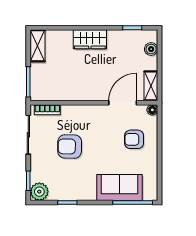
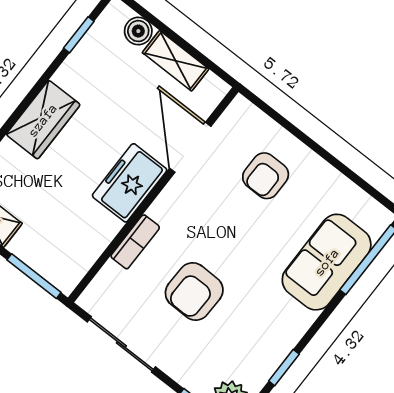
shelving: (151, 86) -> (176, 61), moved
freezer: (91, 90) -> (130, 183), added
bookcase: (47, 110) -> (135, 242), moved
floor lamp: (152, 110) -> (240, 108), removed

